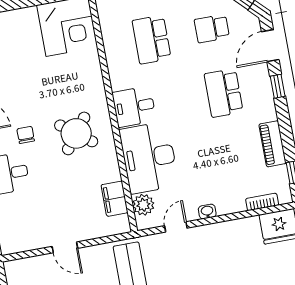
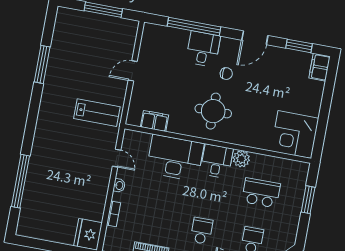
school desk: (224, 93) -> (202, 231), width x0.54
round table: (76, 133) -> (213, 111), turned -37
bookcase: (262, 202) -> (113, 214), moved
plant: (143, 205) -> (241, 159), moved

